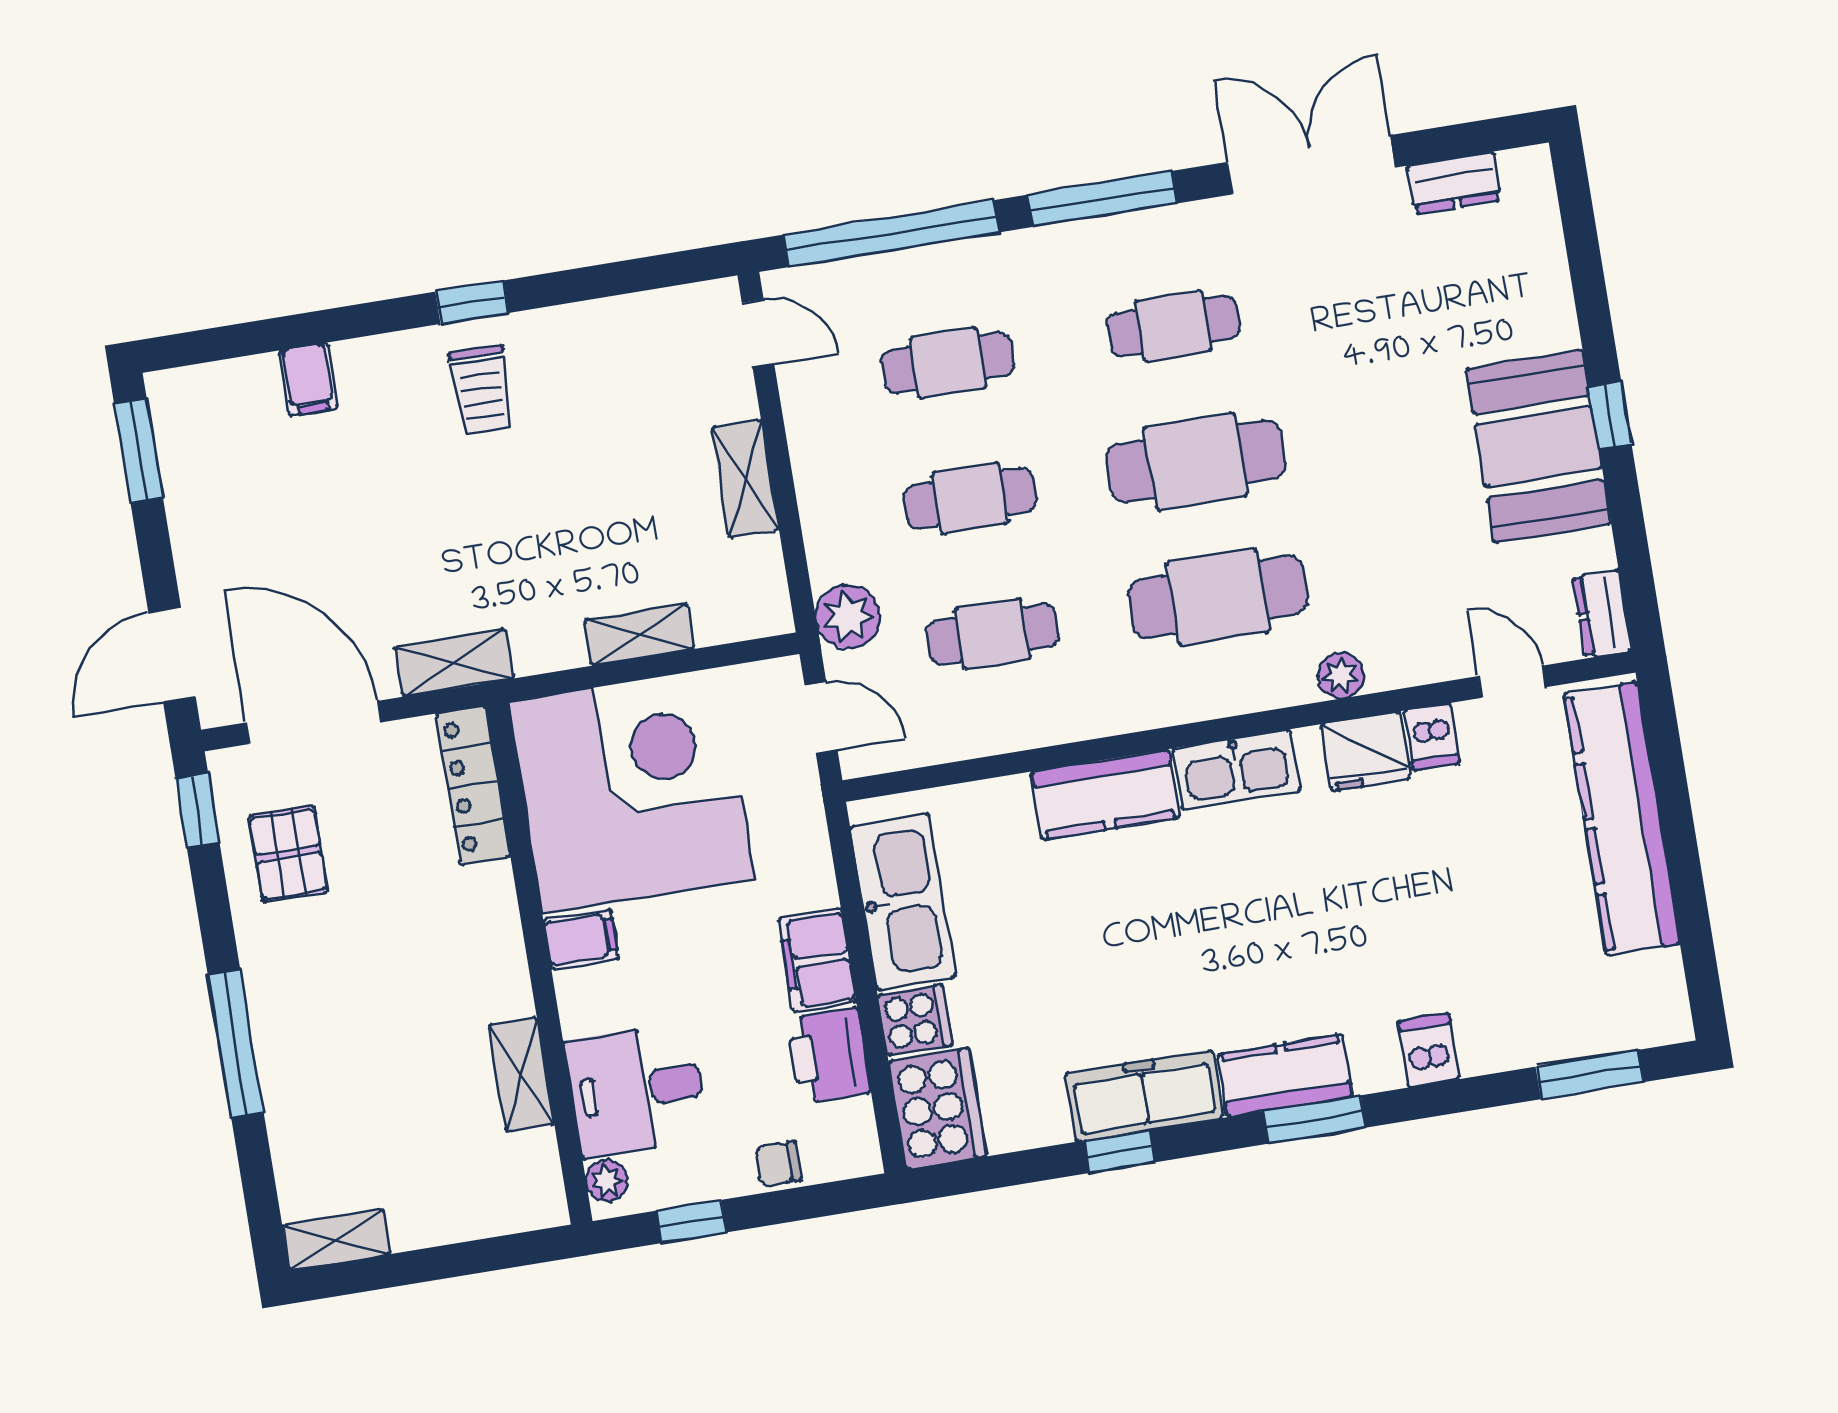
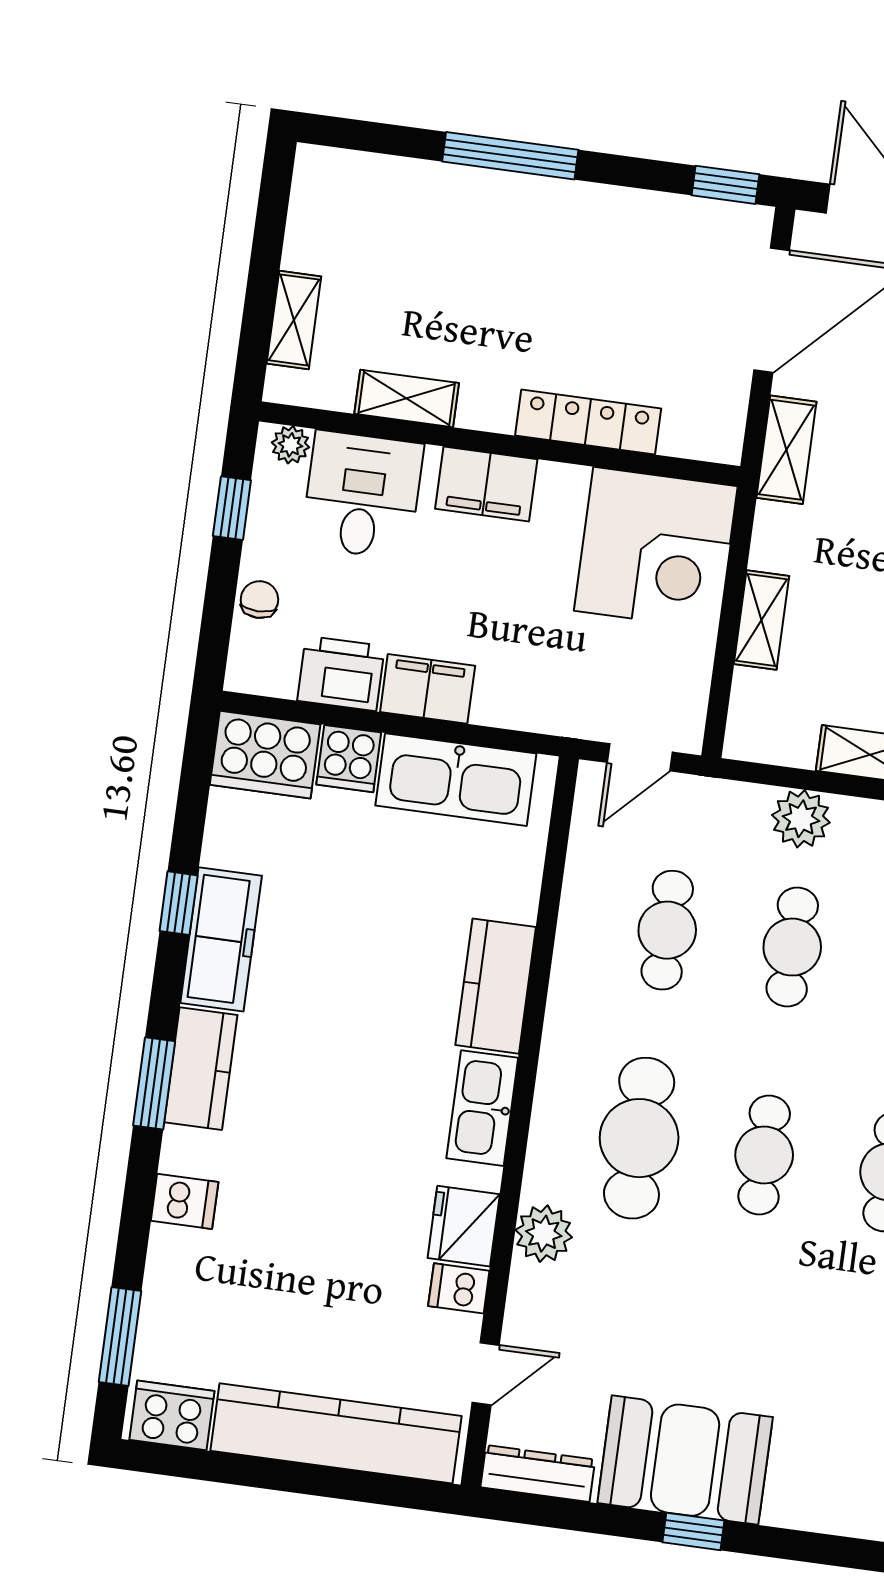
cafe table: (1196, 461) -> (764, 1155), width x0.73, depth x0.74
dresser: (1602, 614) -> (538, 1473), width x1.44
plant: (848, 617) -> (801, 819), moved
plant: (1341, 676) -> (544, 1234), width x1.38, depth x1.38
locker: (473, 785) -> (588, 422), moved
corner desk: (631, 791) -> (656, 549), width x0.74, depth x0.74
pallet: (288, 854) -> (663, 253), removed
filing cabinet: (581, 939) -> (486, 484), width x2.00
cooker: (1655, 995) -> (172, 1415), added
shelving: (336, 1240) -> (294, 320), moved

